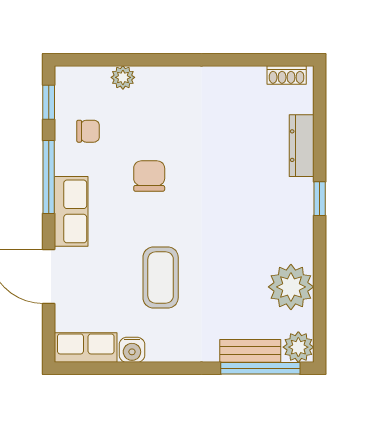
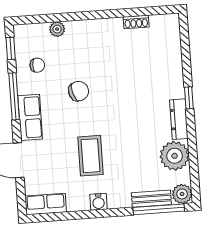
shoe rack: (287, 75) -> (136, 22), moved
dresser: (302, 146) -> (179, 119), moved
chair: (149, 176) -> (78, 91), turned 73
water cooler: (132, 350) -> (98, 202), moved

